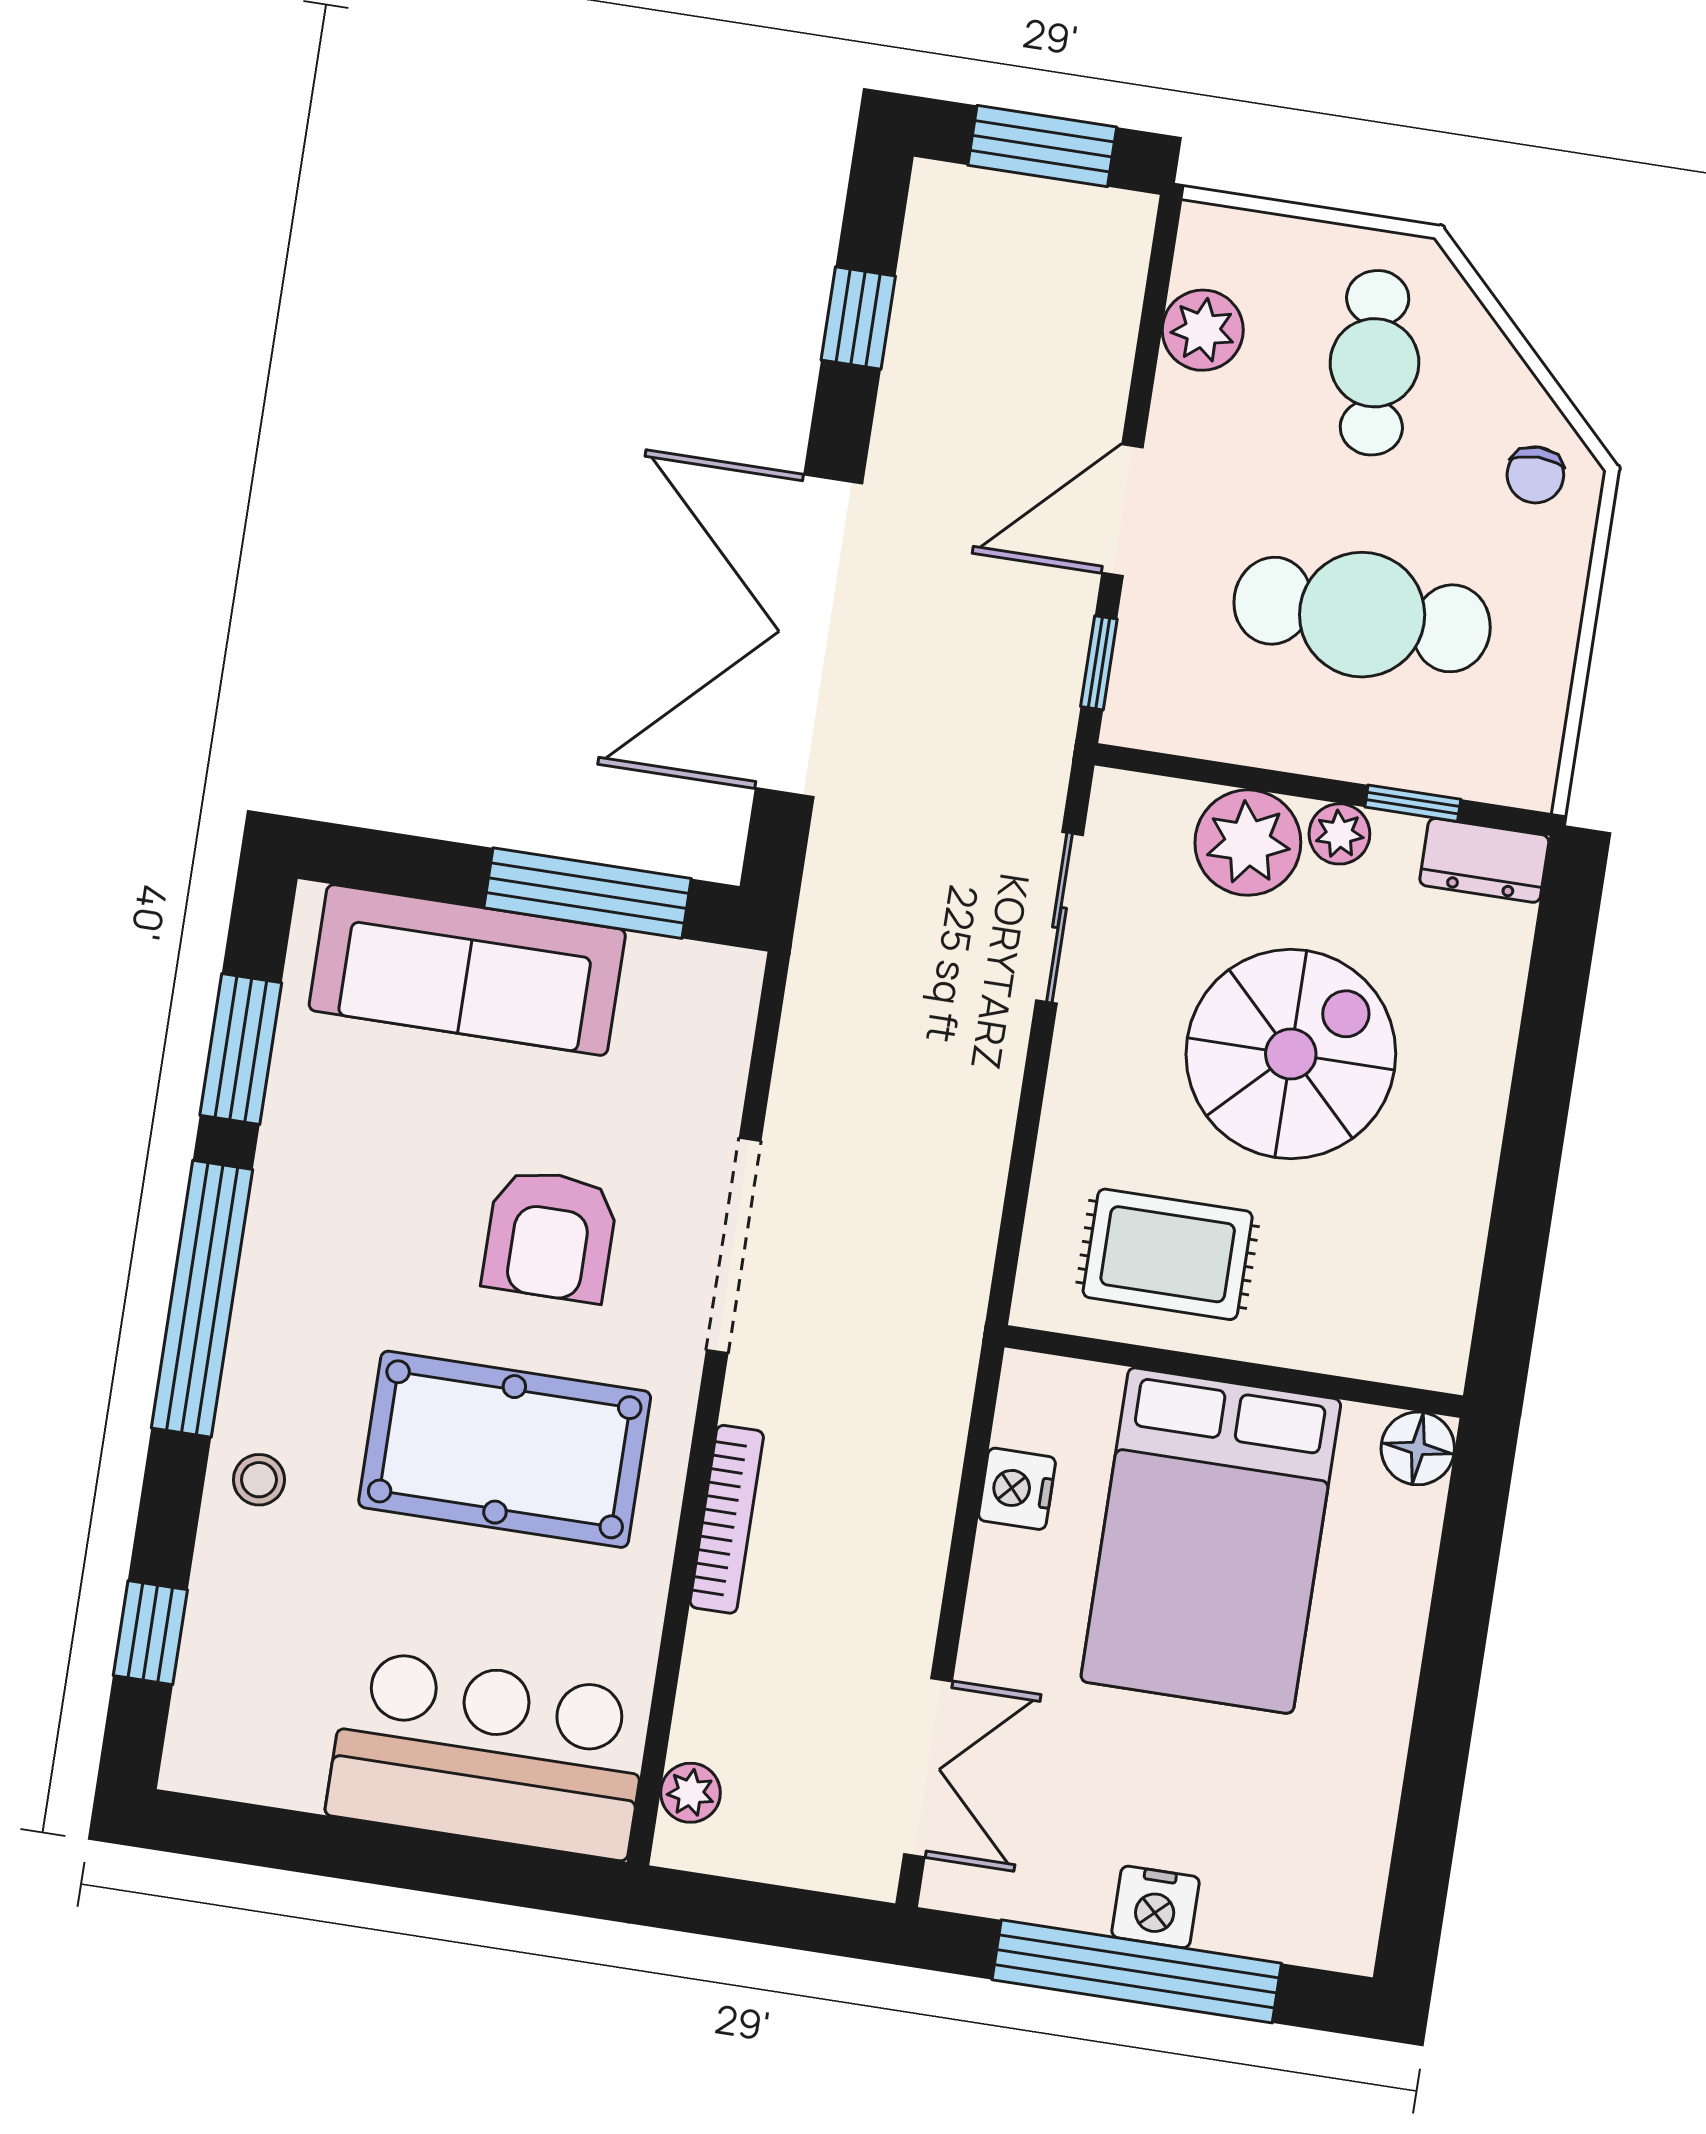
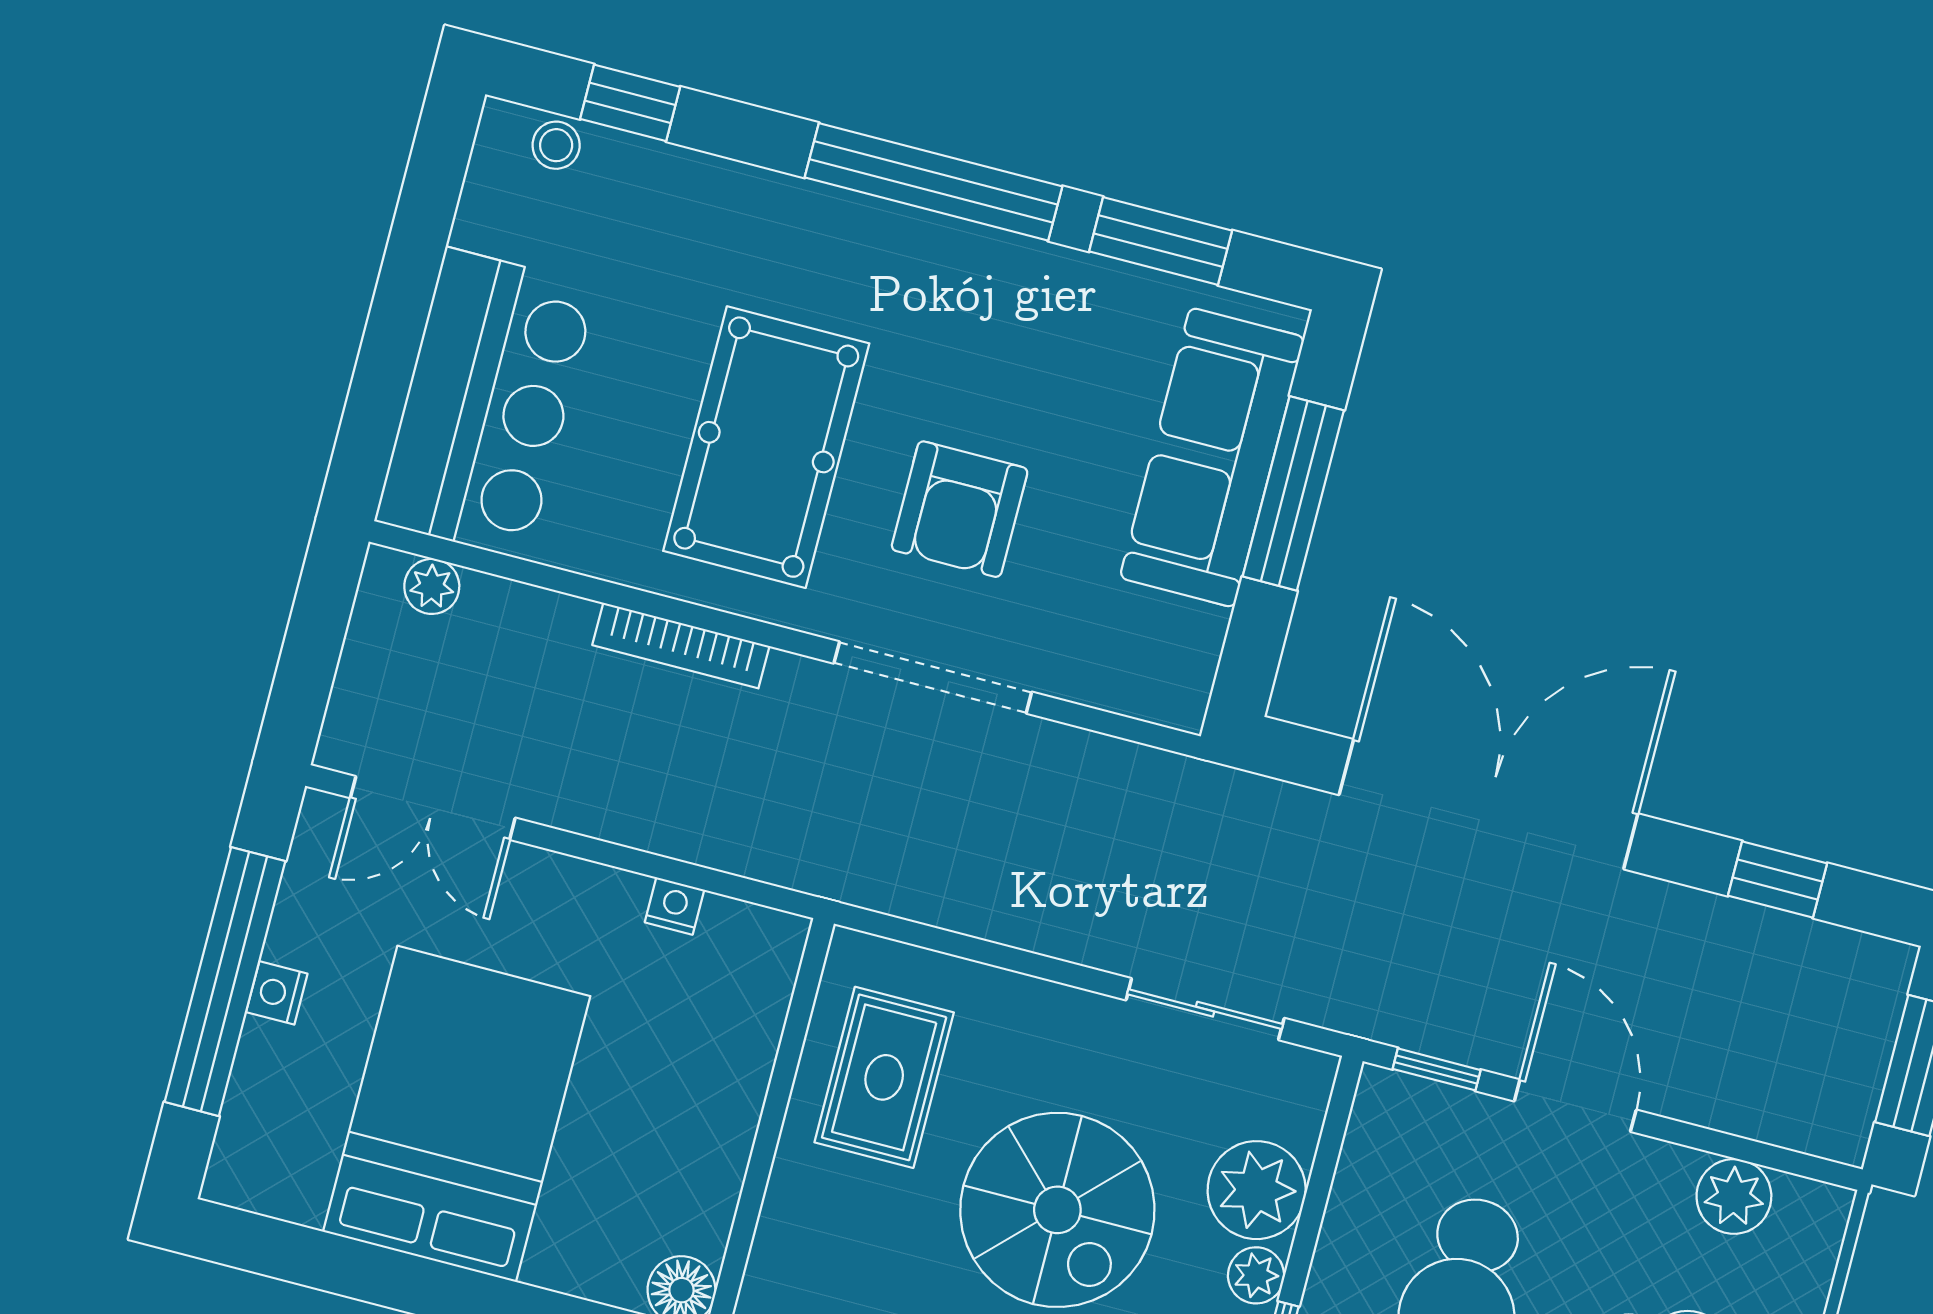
window: (588, 893) -> (1293, 493), moved
armchair: (550, 1235) -> (960, 509), turned -90
stool: (259, 1480) -> (556, 145), moved
nightstand: (1017, 1489) -> (674, 906), width x0.72, depth x0.74
bed: (1211, 1541) -> (457, 1114), moved, turned 90
nightstand: (1156, 1907) -> (277, 993), width x0.72, depth x0.74

